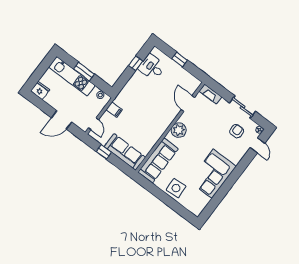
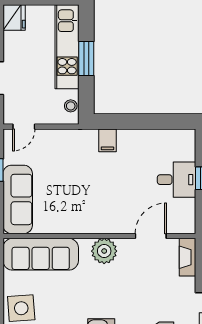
window: (136, 63) -> (152, 121), removed
desk: (152, 67) -> (177, 180), moved, turned 90
filing cabinet: (114, 110) -> (107, 140), moved

